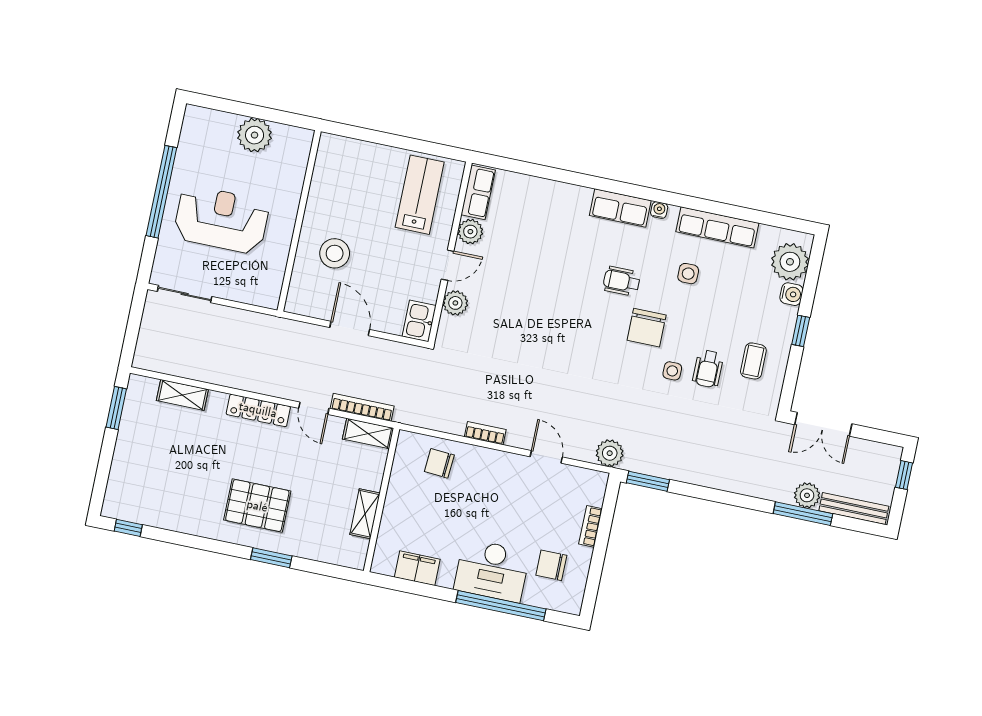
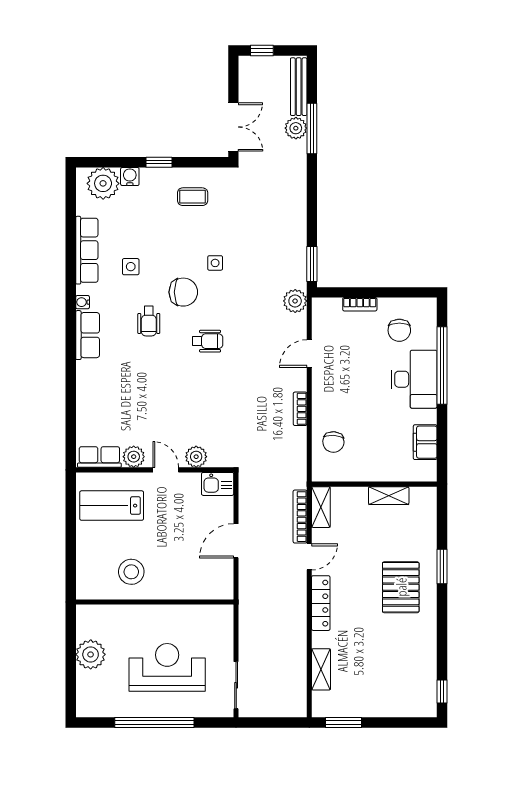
reception desk: (221, 219) -> (167, 667), turned 90
stool: (335, 253) -> (131, 572), moved
wheelchair: (708, 369) -> (208, 341), moved

